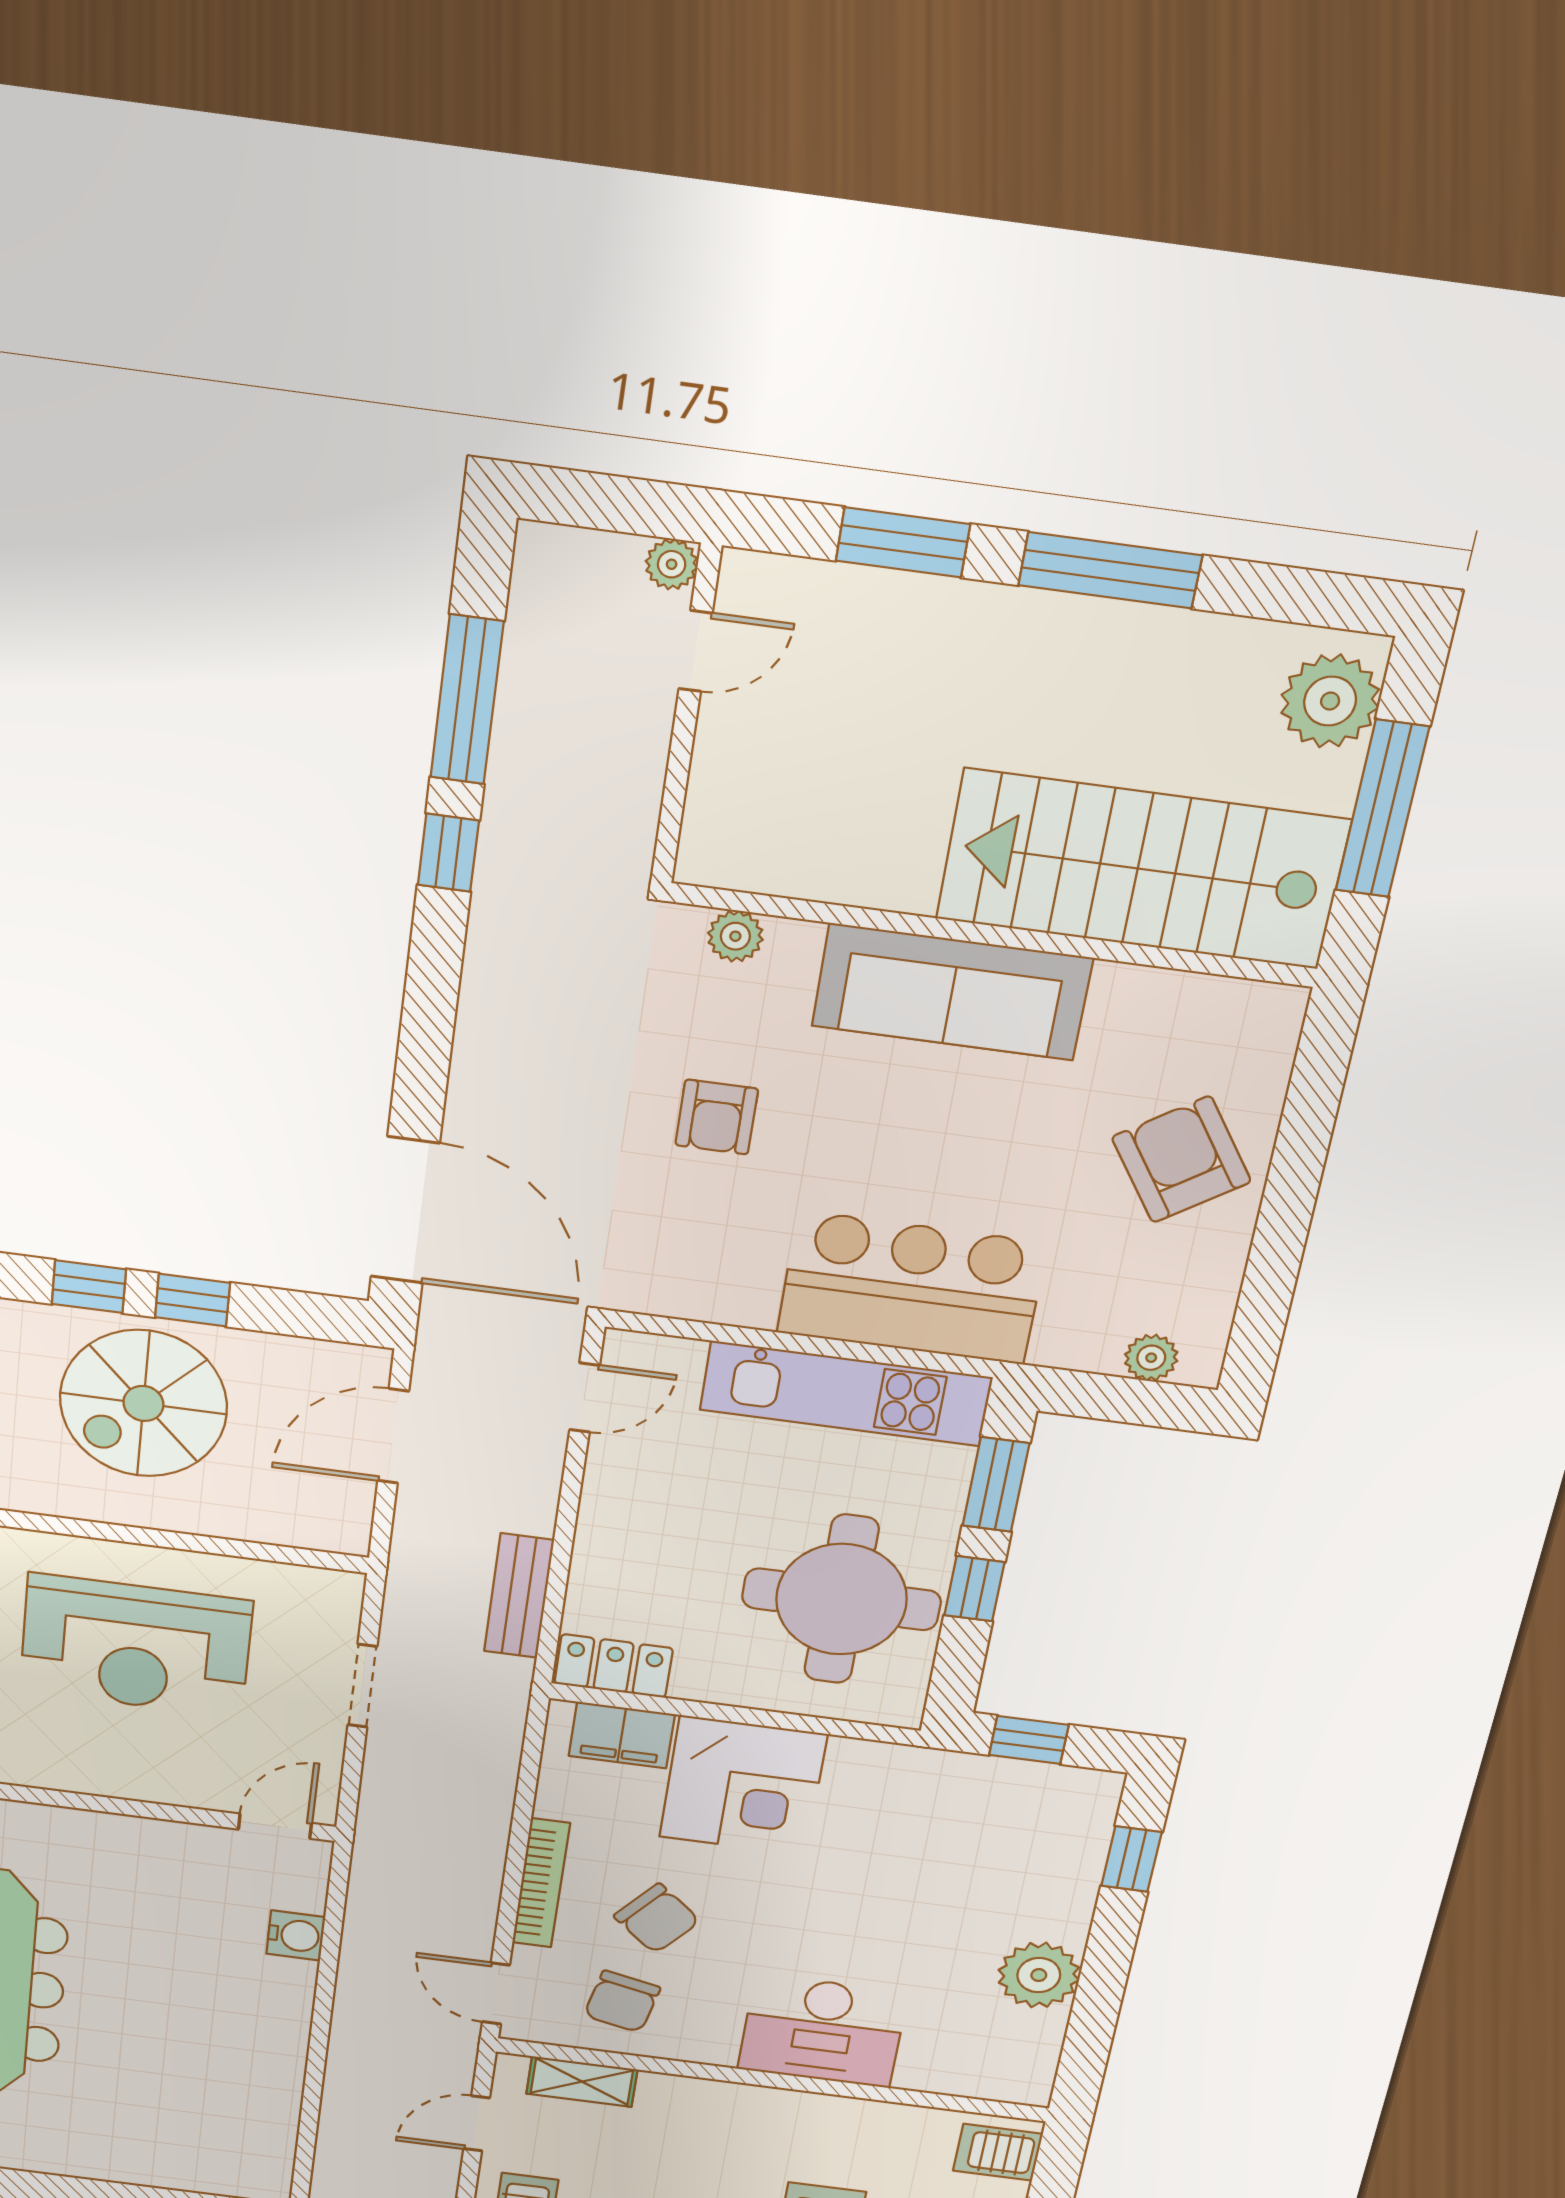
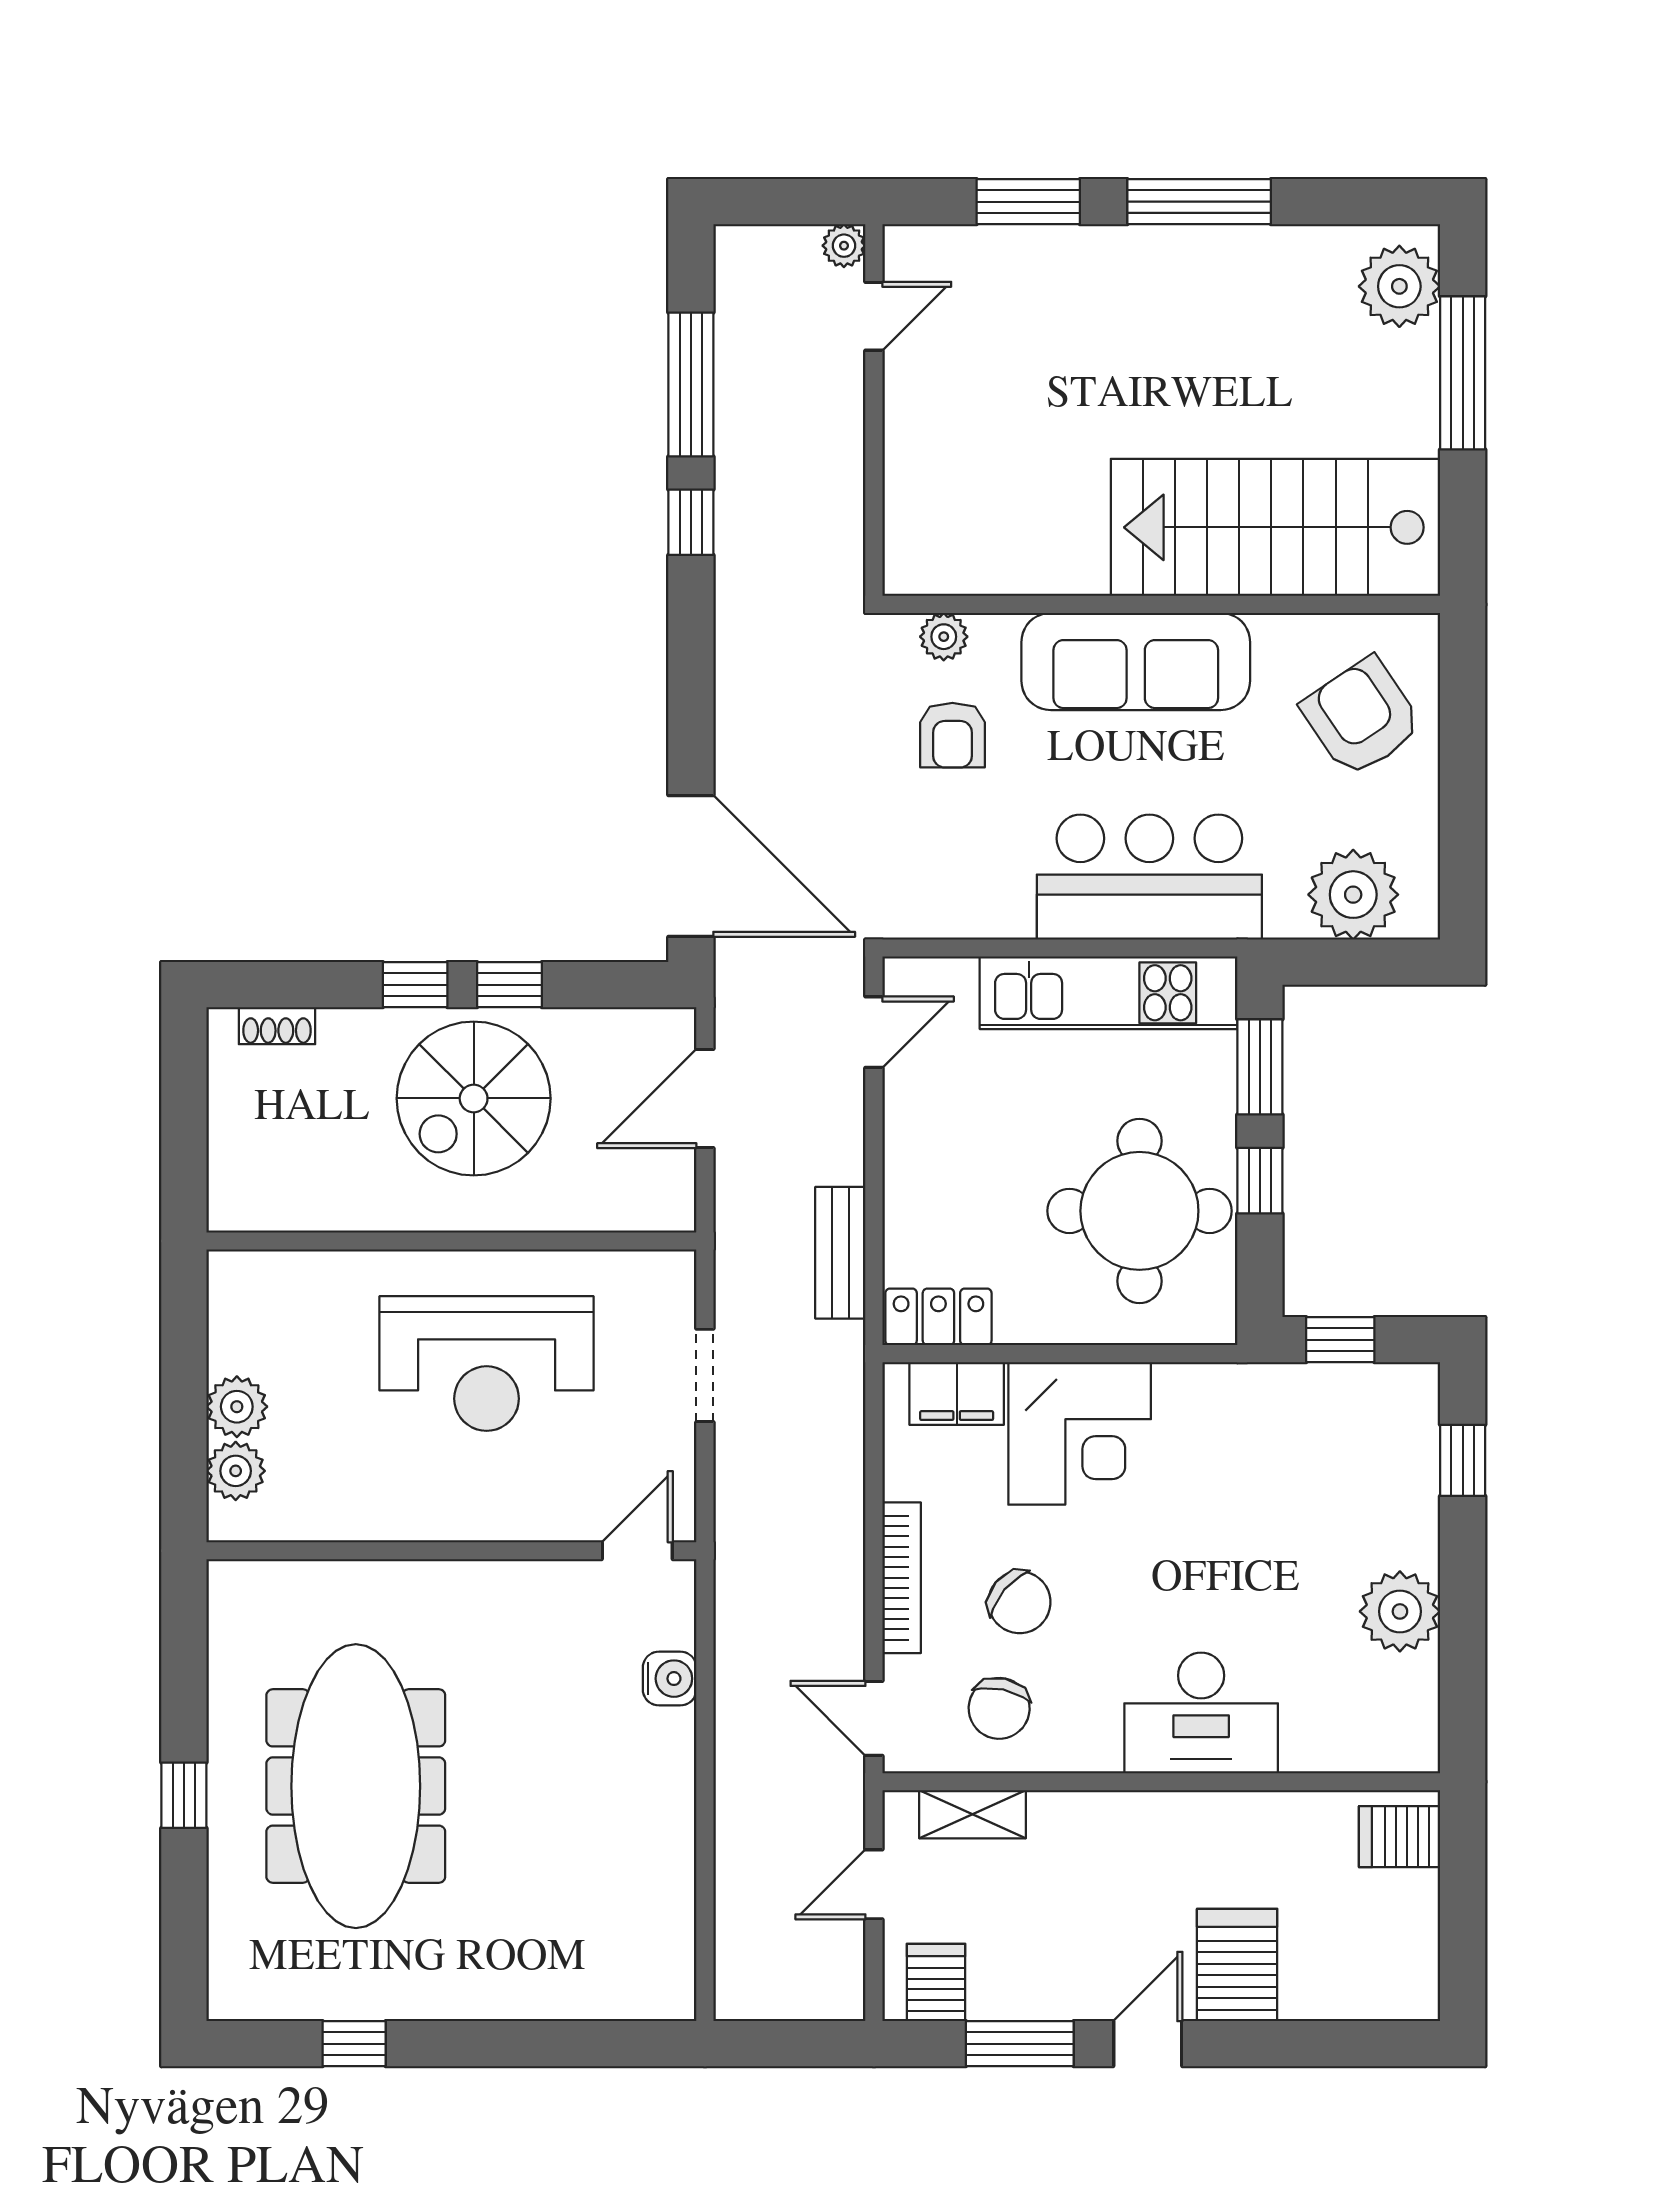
stairs: (1142, 869) -> (1275, 527), moved
wall: (993, 935) -> (1161, 604), moved
plant: (735, 936) -> (944, 637), moved
sofa: (952, 992) -> (1136, 661), moved
plant: (1151, 1358) -> (1353, 895), width x1.88, depth x1.88

